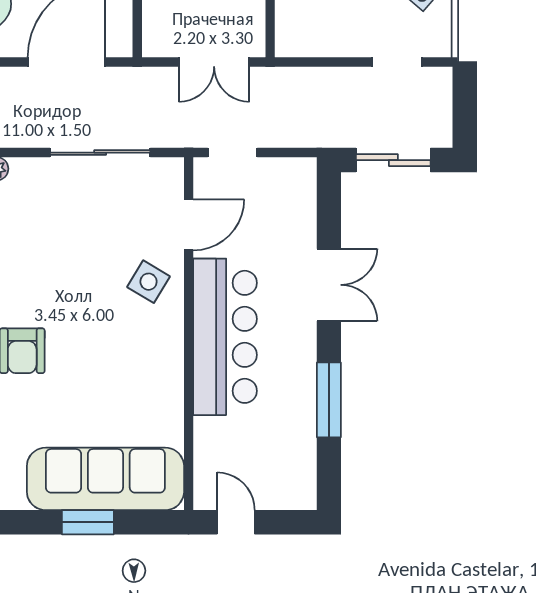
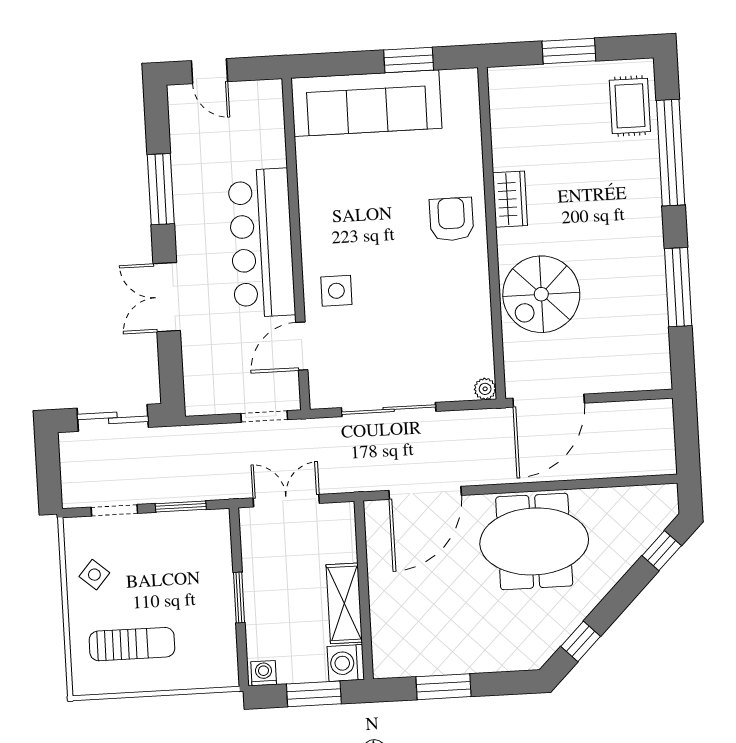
window: (326, 62) -> (181, 507), added
side table: (149, 282) -> (336, 291), turned -31
window: (88, 522) -> (409, 60), moved
door: (236, 522) -> (210, 71), moved

